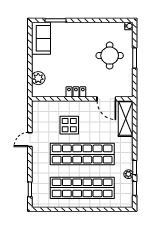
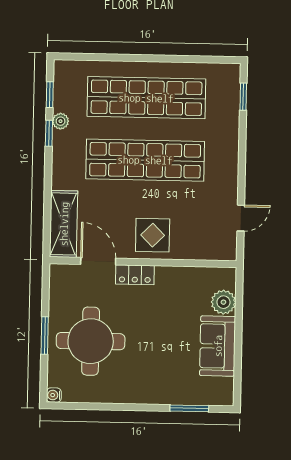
sofa: (41, 38) -> (218, 346), moved
round table: (110, 56) -> (91, 341), width x1.36, depth x1.36
locker: (76, 92) -> (135, 275), moved
display table: (69, 125) -> (153, 235), moved
door: (30, 140) -> (241, 218), moved

